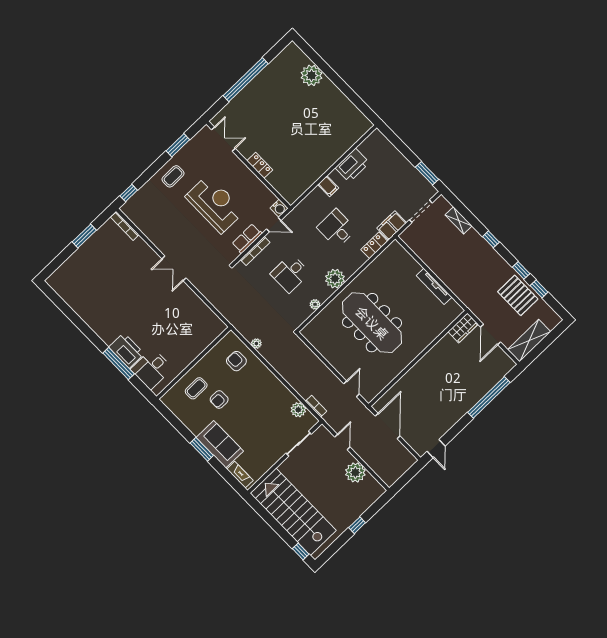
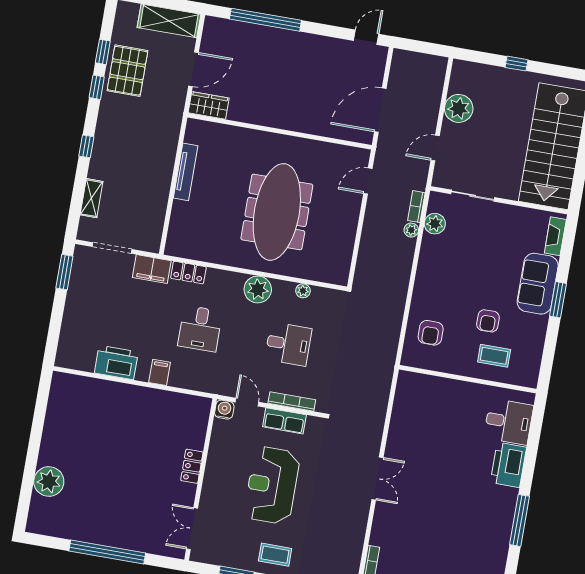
plant: (256, 344) -> (411, 230), moved
window: (119, 363) -> (520, 520), moved
armchair: (219, 400) -> (488, 321), turned 90

